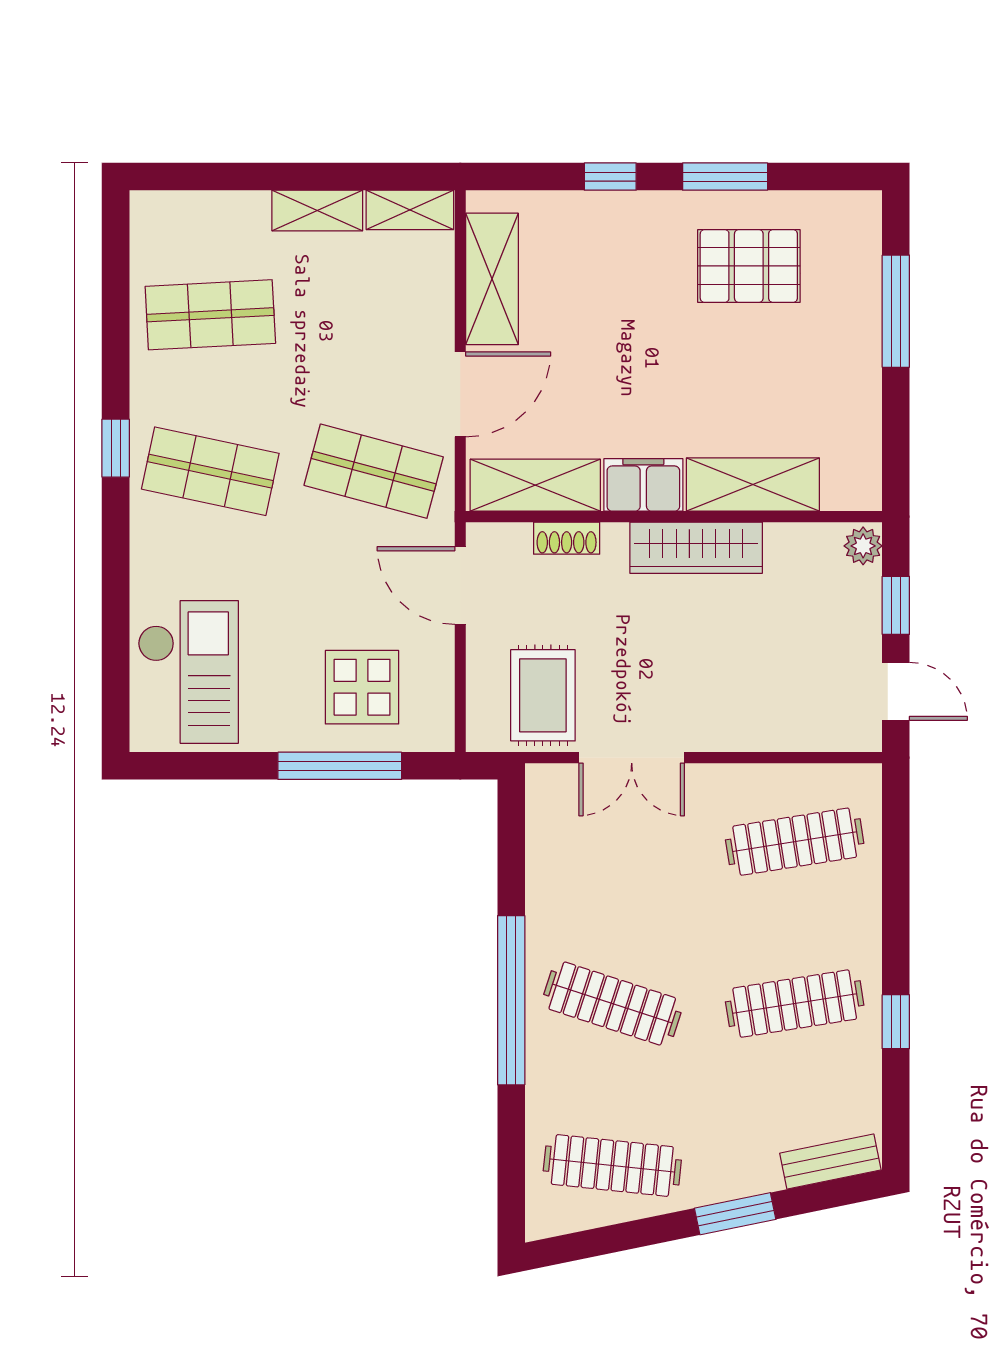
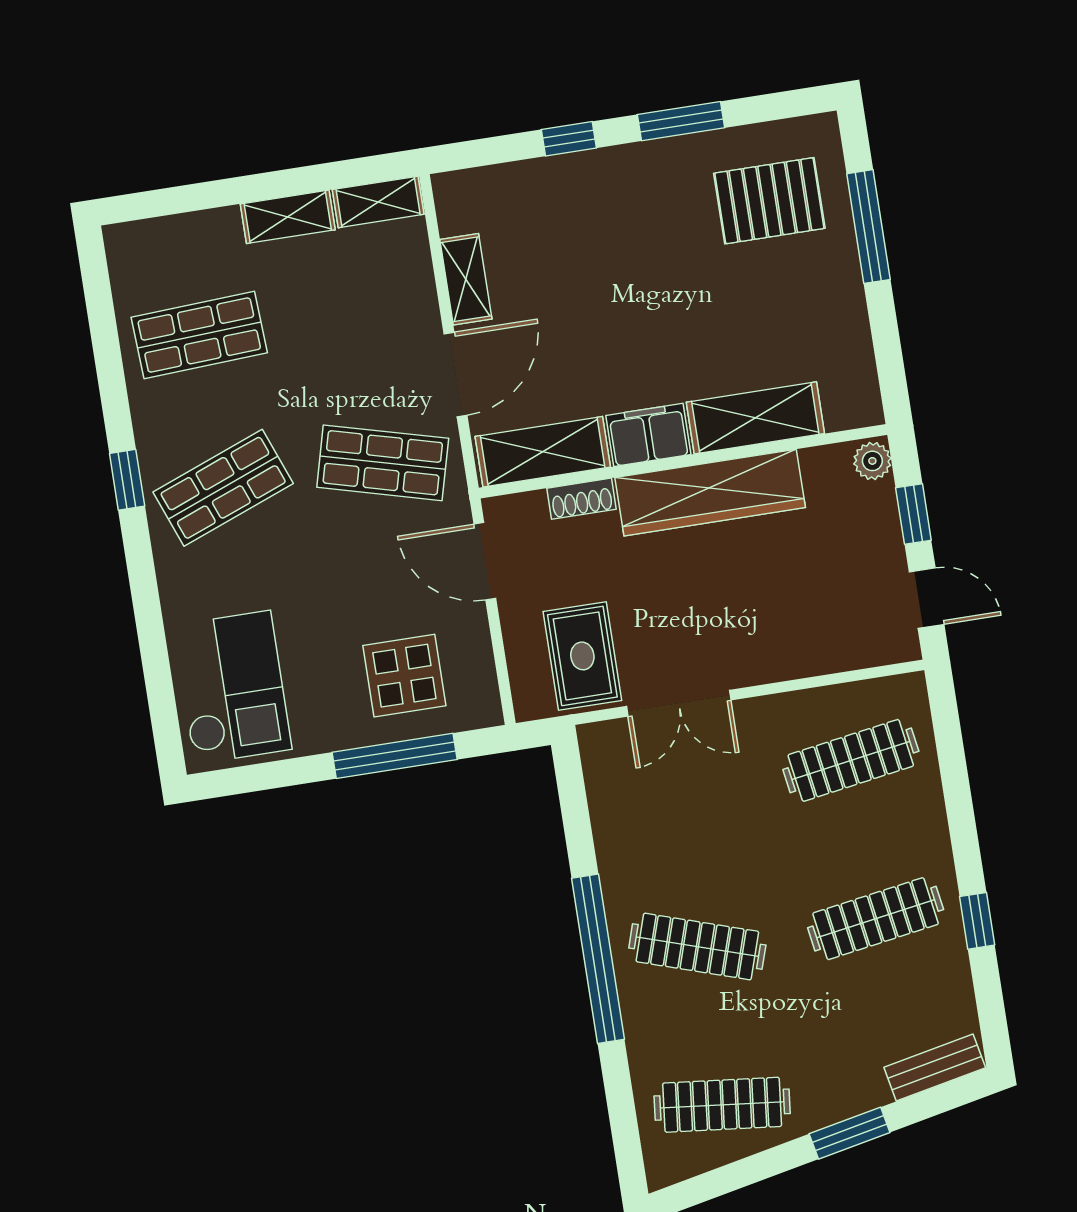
pallet: (749, 266) -> (769, 201), moved
shelving: (492, 279) -> (466, 279), width x0.67, depth x0.75
shop shelf: (210, 471) -> (223, 488), turned -33
wardrobe: (696, 548) -> (710, 493), width x1.40, depth x1.17

